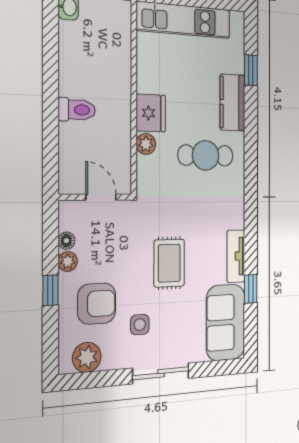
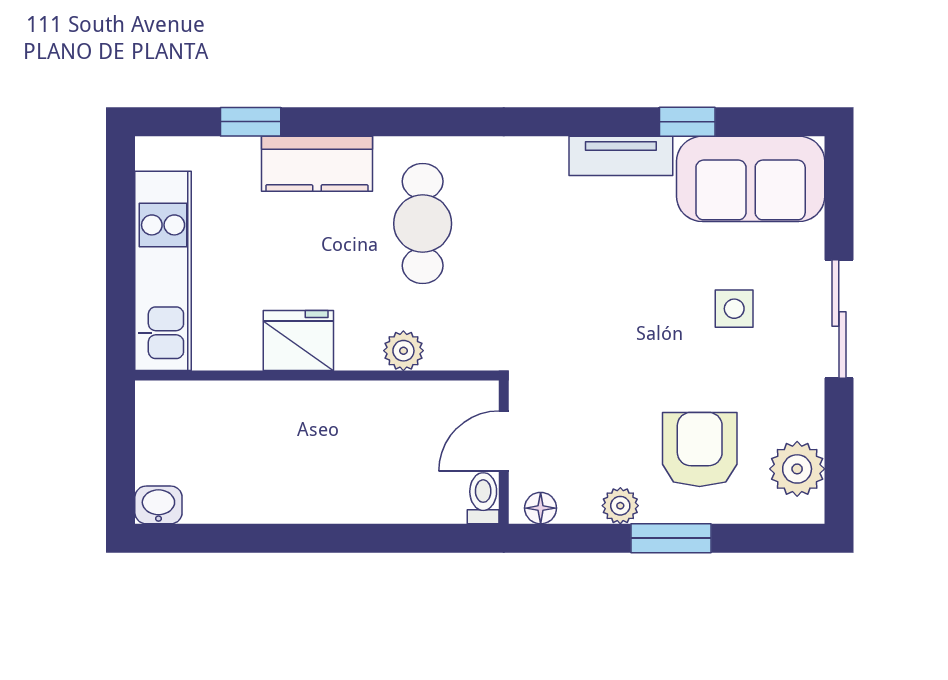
toilet: (77, 110) -> (483, 498), moved, width x0.73, depth x0.72
fridge: (151, 113) -> (298, 341), moved
floor lamp: (66, 241) -> (541, 508), moved
rug: (169, 263) -> (630, 302), removed
window: (50, 290) -> (671, 538), width x1.50
side table: (140, 325) -> (734, 309), moved

